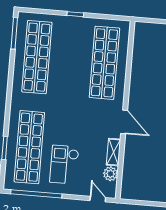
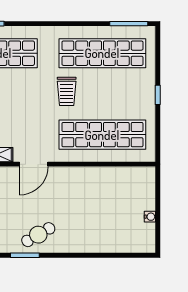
trolley: (66, 89) -> (67, 91), added

